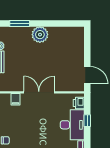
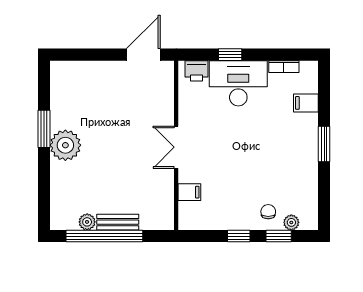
window: (20, 23) -> (44, 129), moved
double door: (39, 92) -> (176, 147), width x0.73

